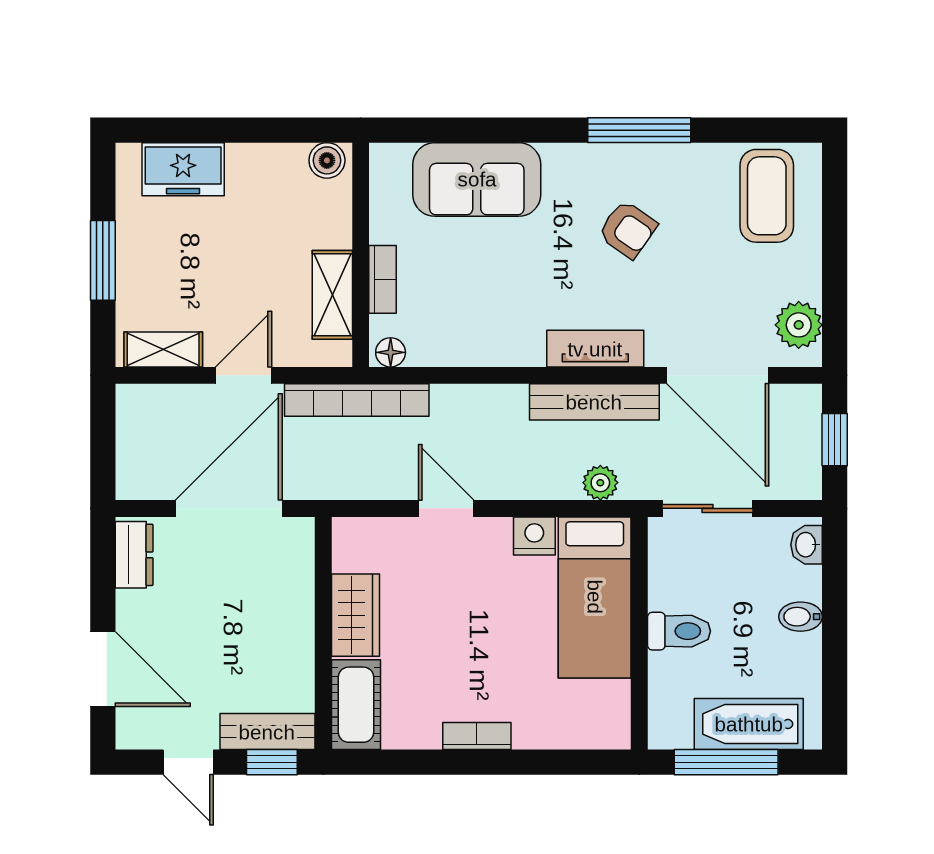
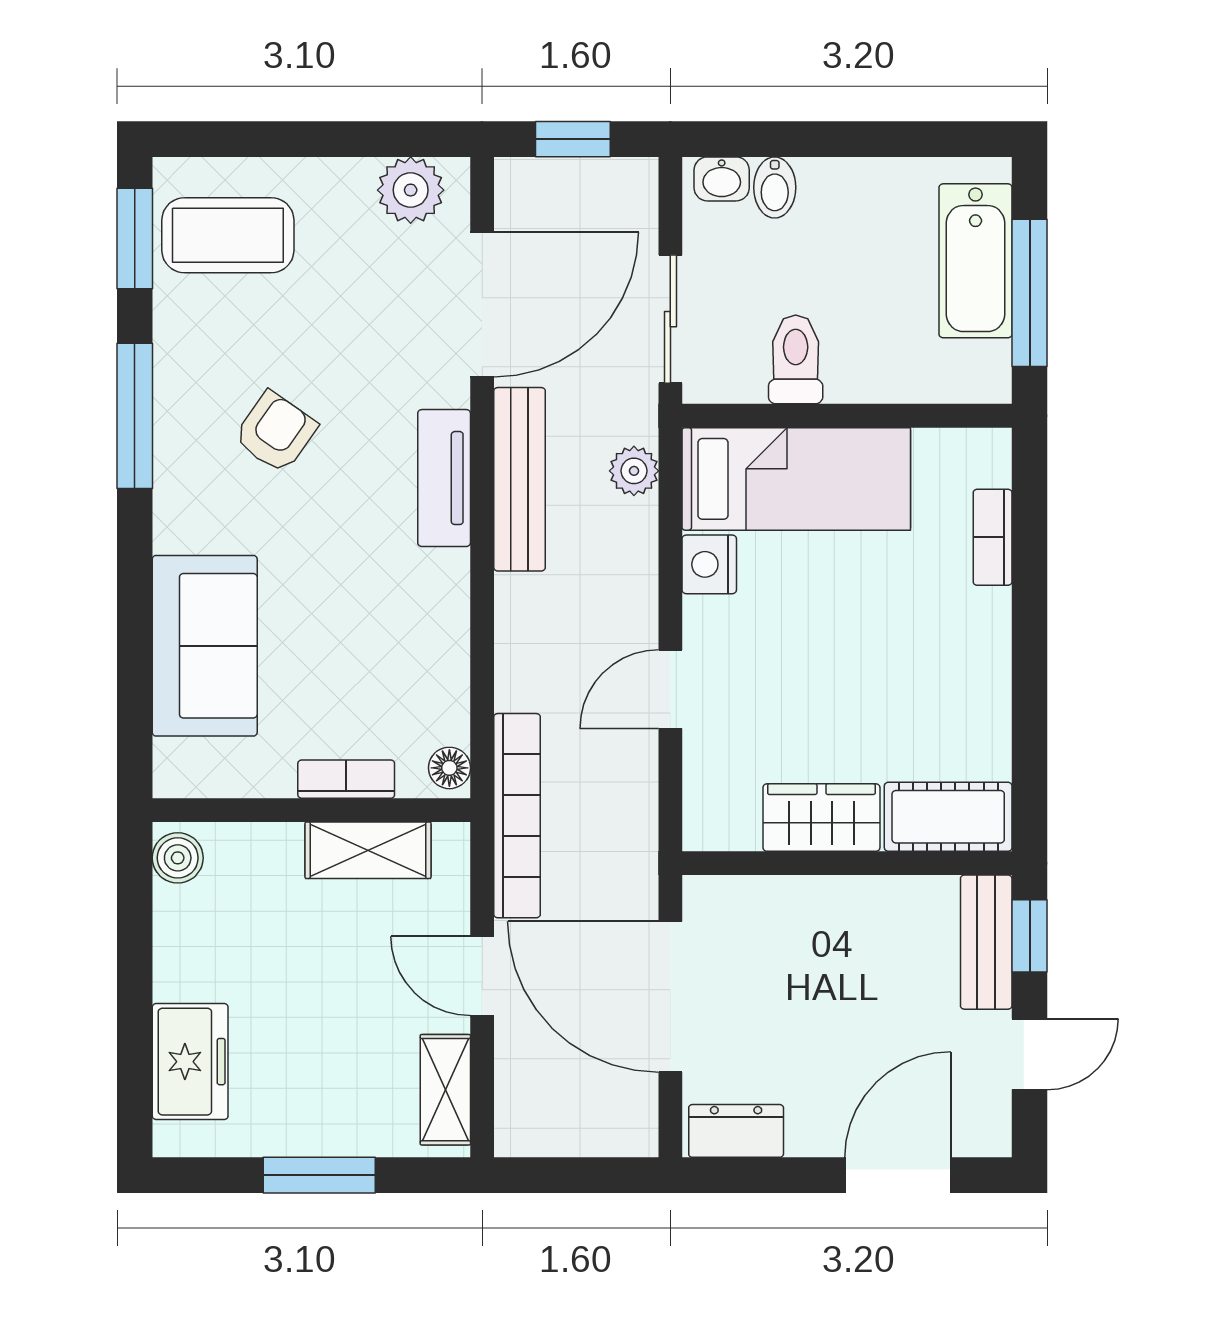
window: (765, 130) -> (135, 238), added
bidet: (801, 617) -> (775, 187), moved
toilet: (679, 631) -> (796, 359), moved
bookcase: (477, 736) -> (993, 537), moved

